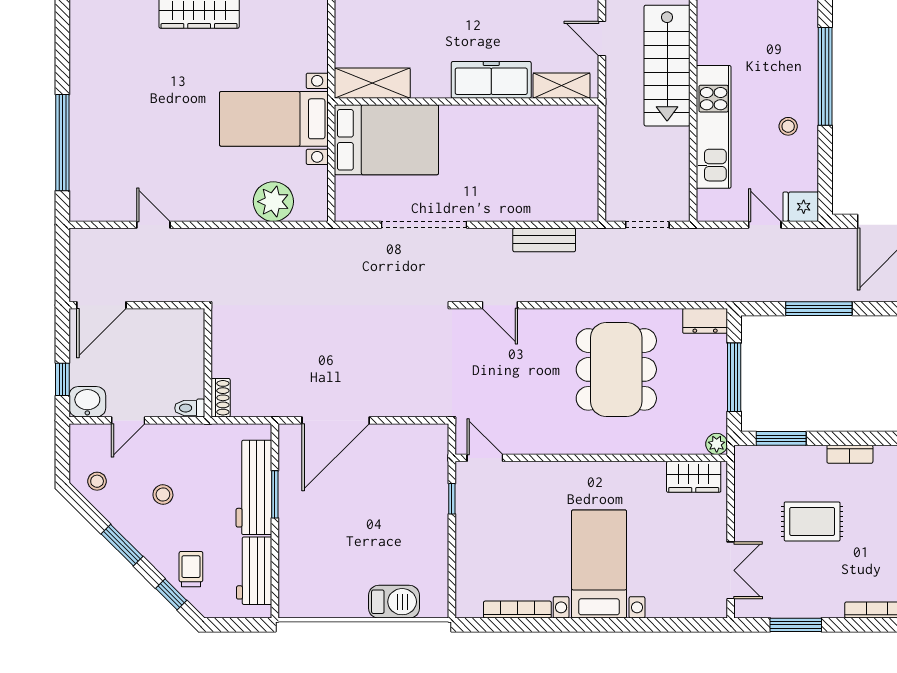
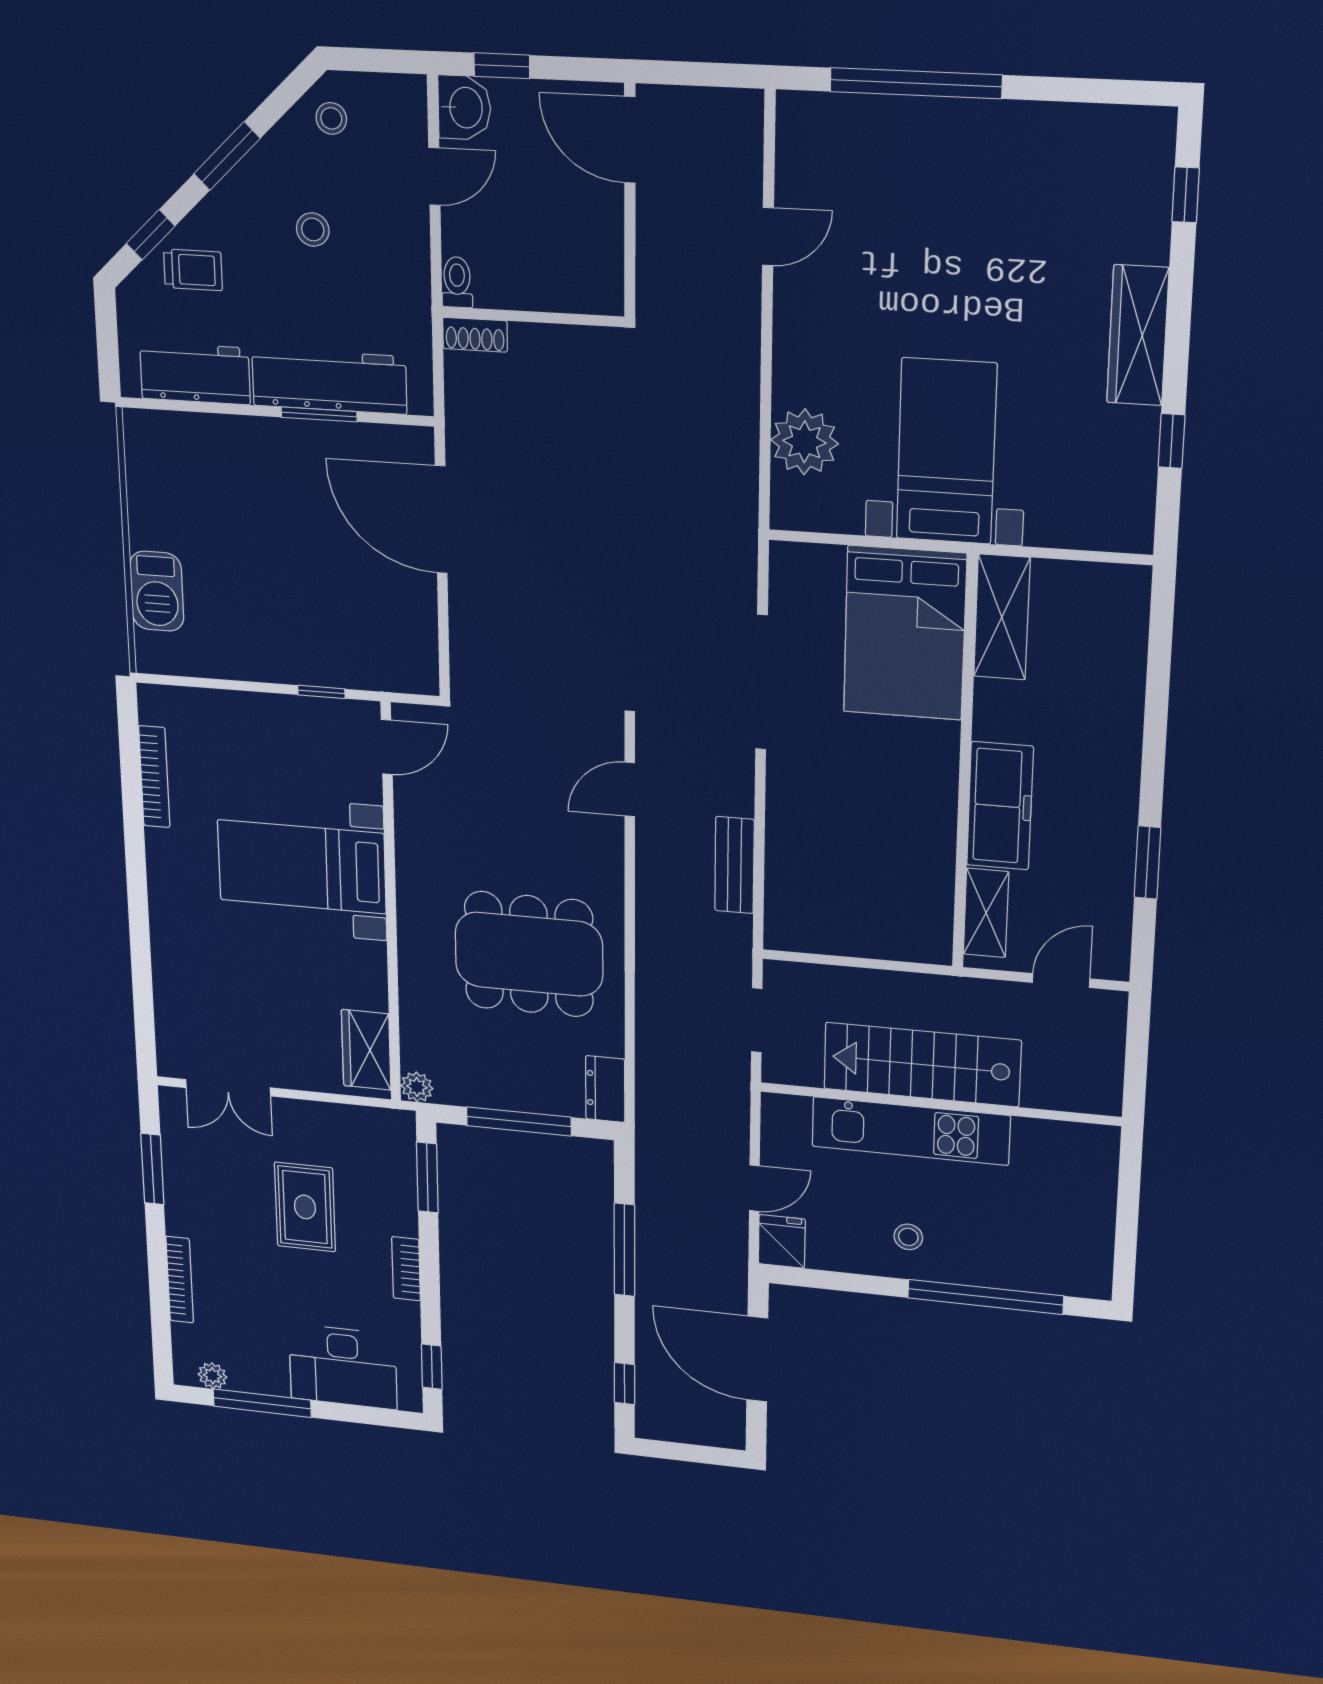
stairs: (667, 66) -> (922, 1064), moved
door: (128, 420) -> (434, 176), swing flipped
bed with nightstands: (599, 564) -> (302, 867), moved, turned 180

